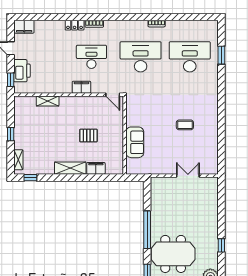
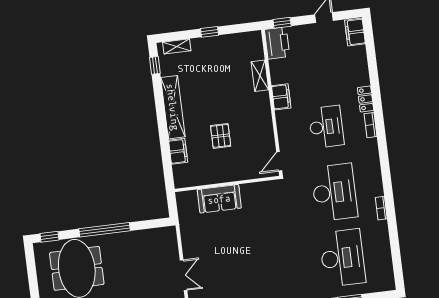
printer: (22, 71) -> (277, 43), moved, turned -90
filing cabinet: (81, 87) -> (281, 97), moved
coffee table: (185, 125) -> (251, 263), removed
shelving: (70, 168) -> (173, 107), width x1.47

